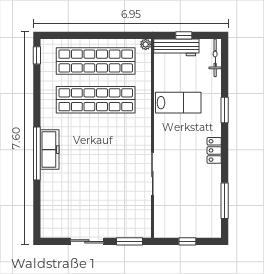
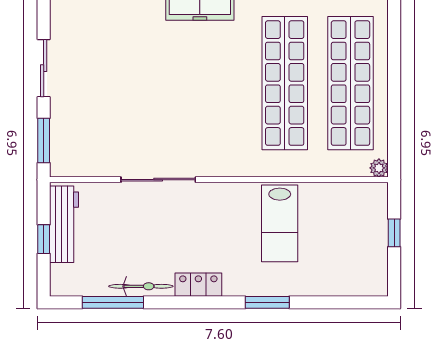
workbench: (176, 47) -> (64, 224), moved, turned 180
bicycle: (215, 58) -> (141, 286), moved

